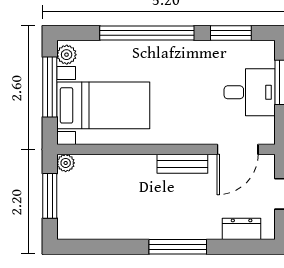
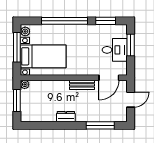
dresser: (242, 229) -> (66, 117), moved
window: (178, 247) -> (100, 125), moved

